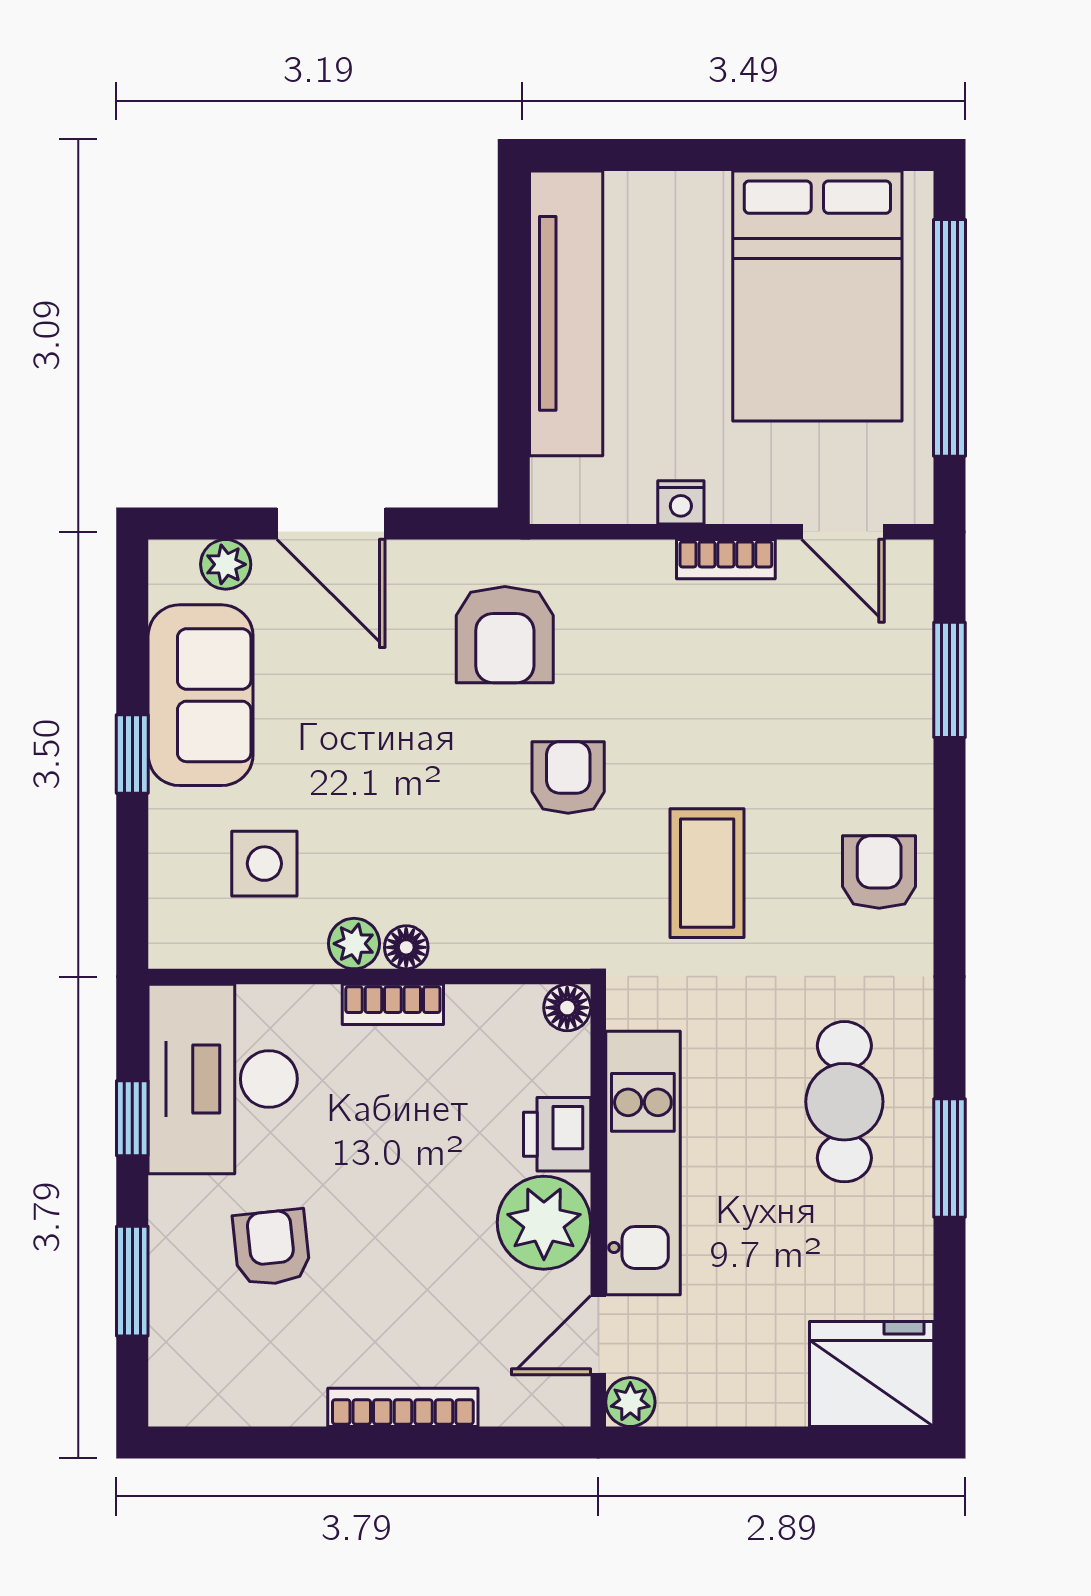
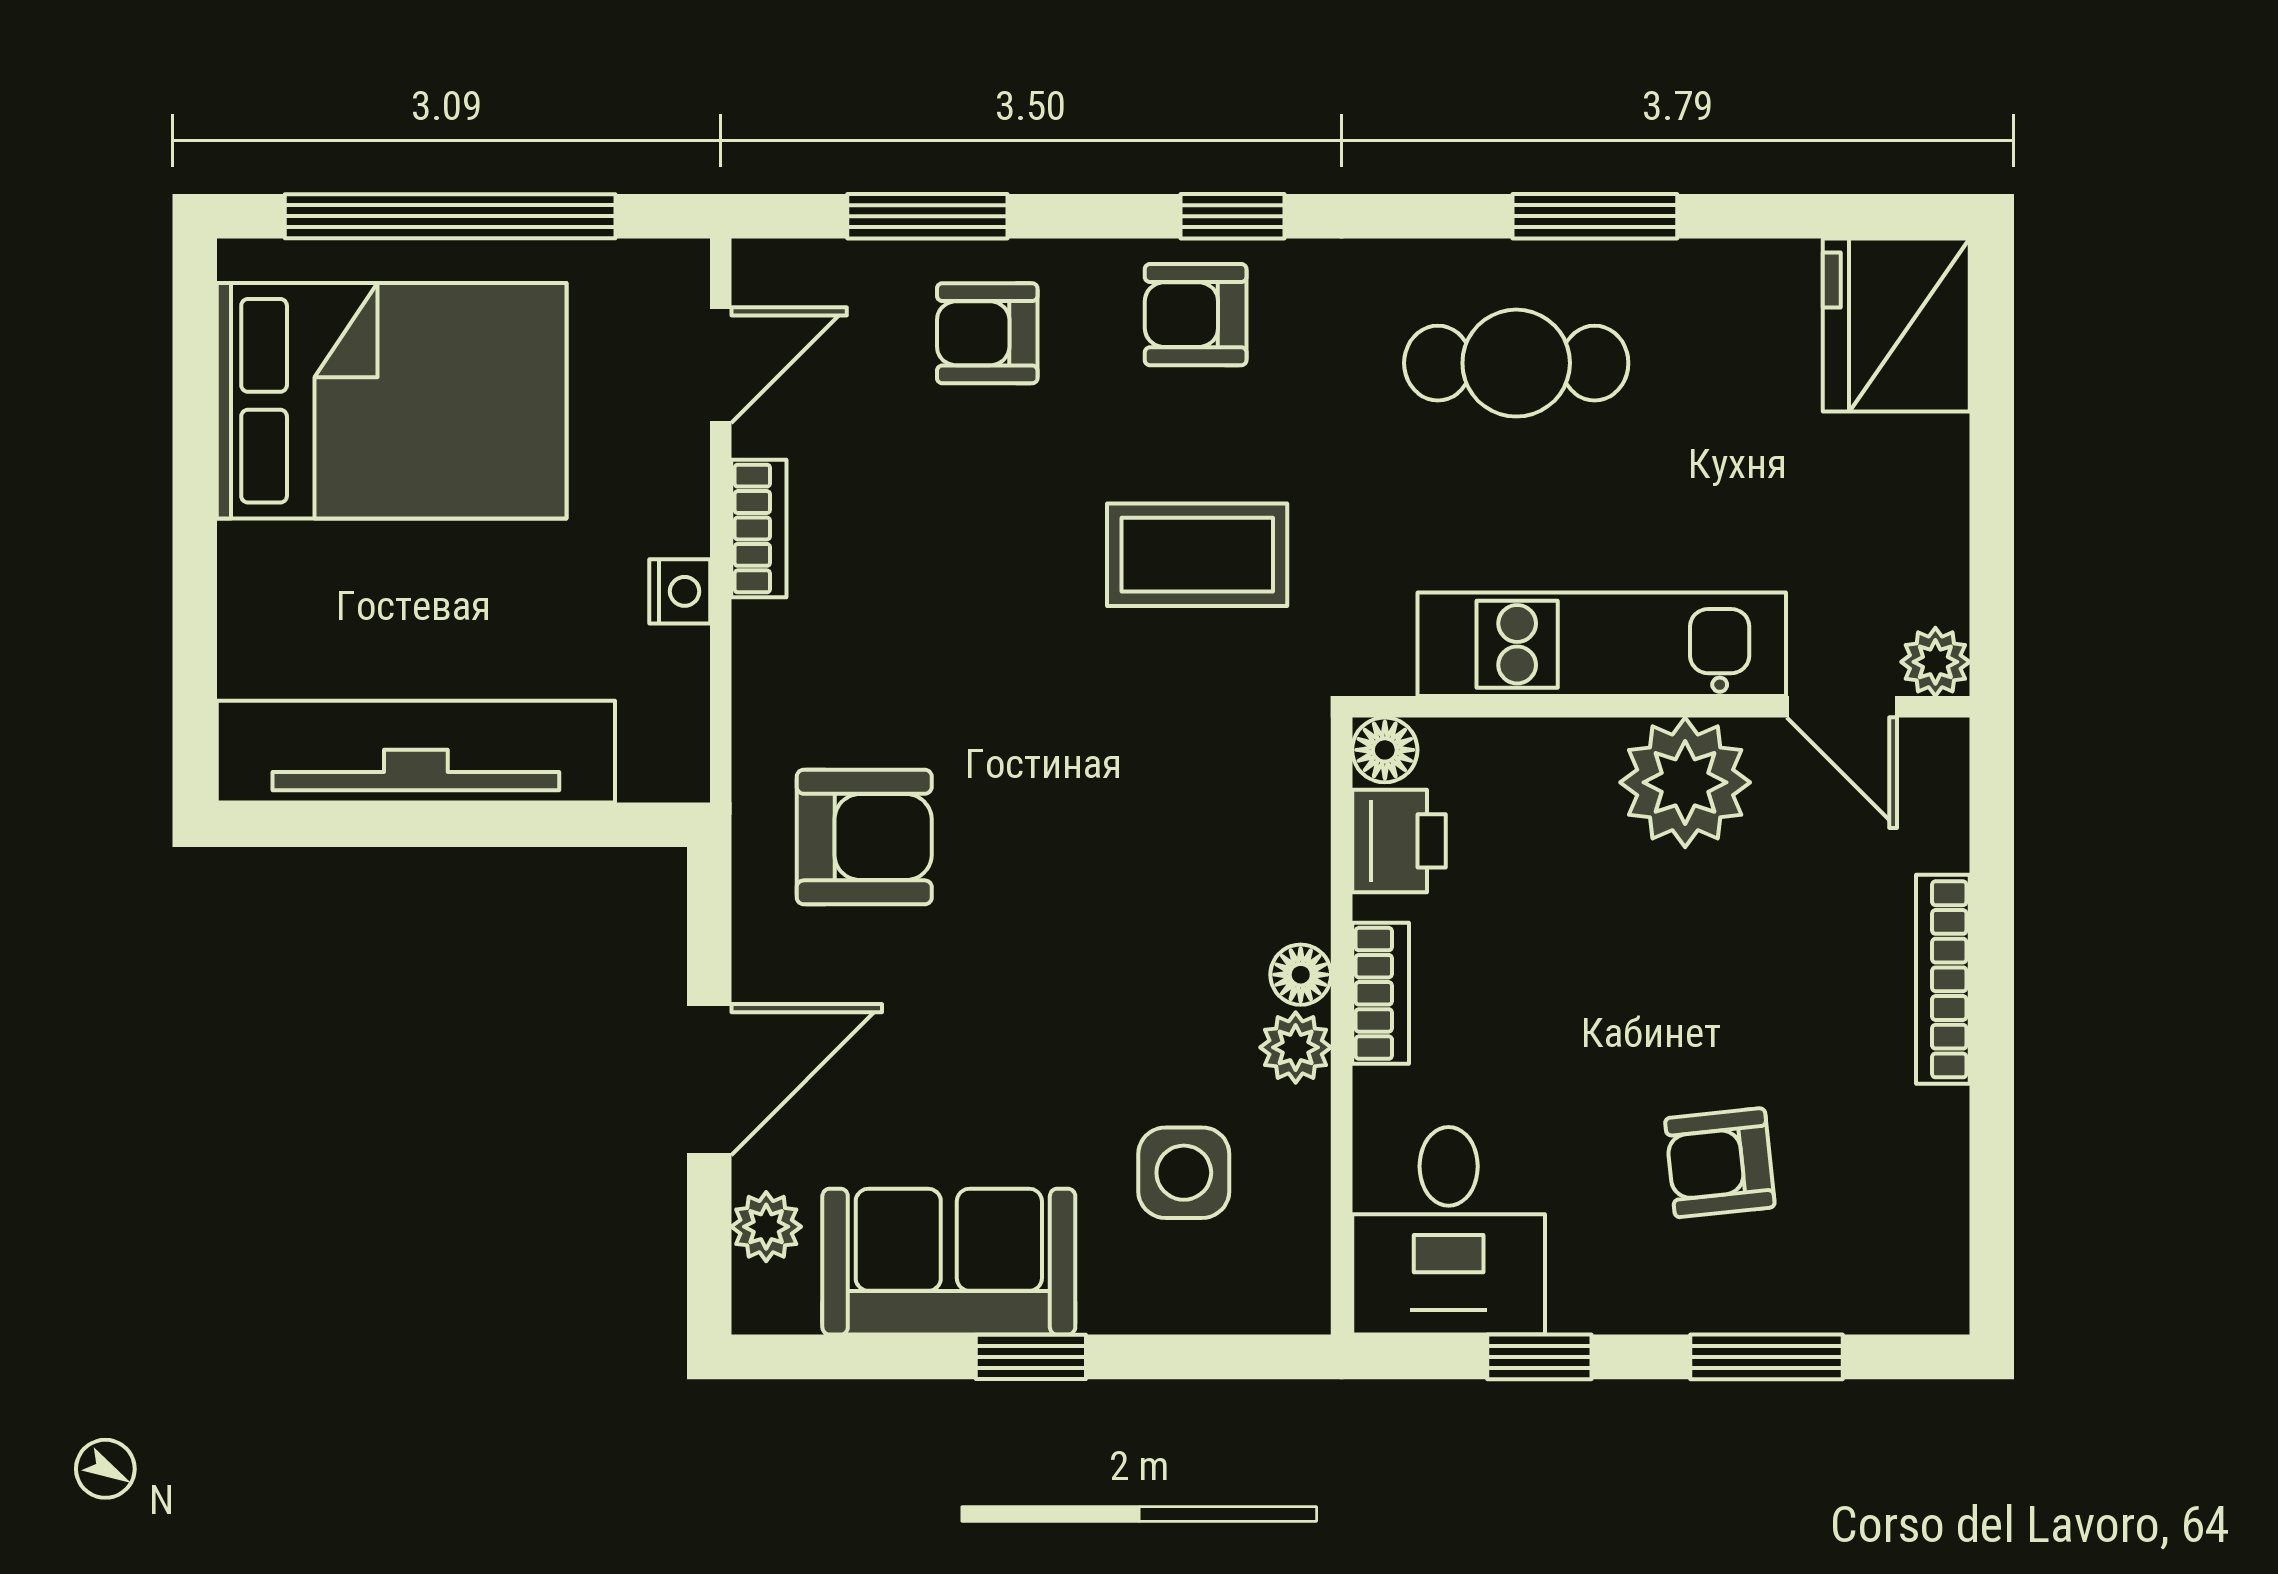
armchair: (568, 778) -> (987, 333), moved
window: (950, 898) -> (1233, 216), added
desk: (223, 1079) -> (1449, 1231), width x0.73
printer: (557, 1134) -> (1399, 841), moved, turned -90

